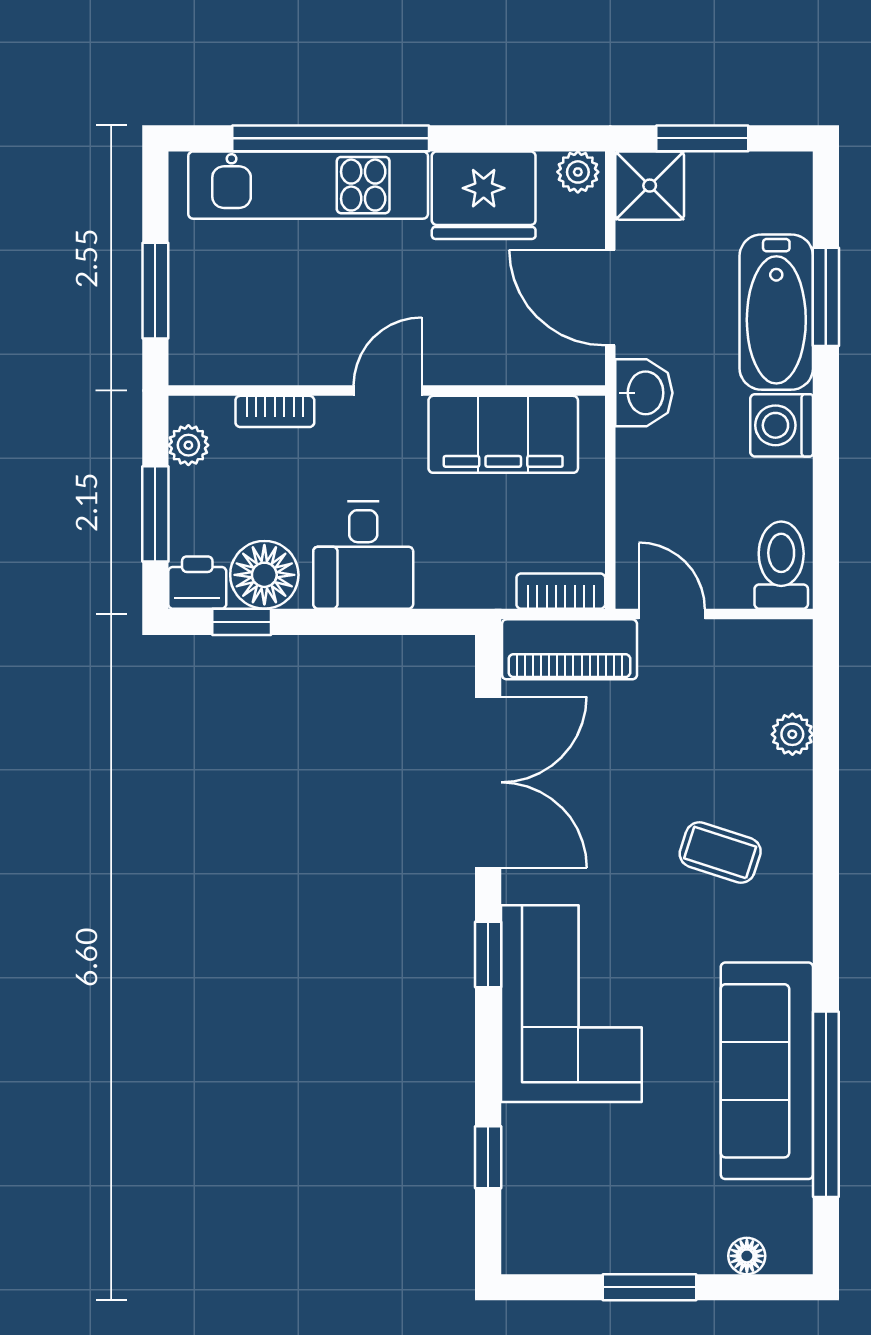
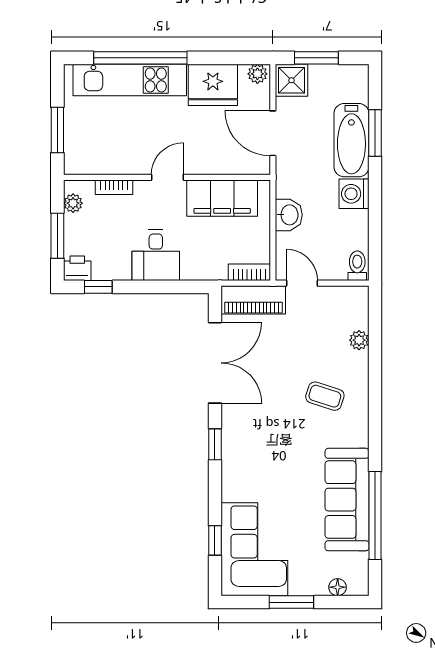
washbasin: (644, 393) -> (289, 215), moved
toilet: (781, 565) -> (357, 266), width x0.73, depth x0.72
floor lamp: (264, 575) -> (109, 265), removed
corner sofa: (571, 1004) -> (254, 549), moved

